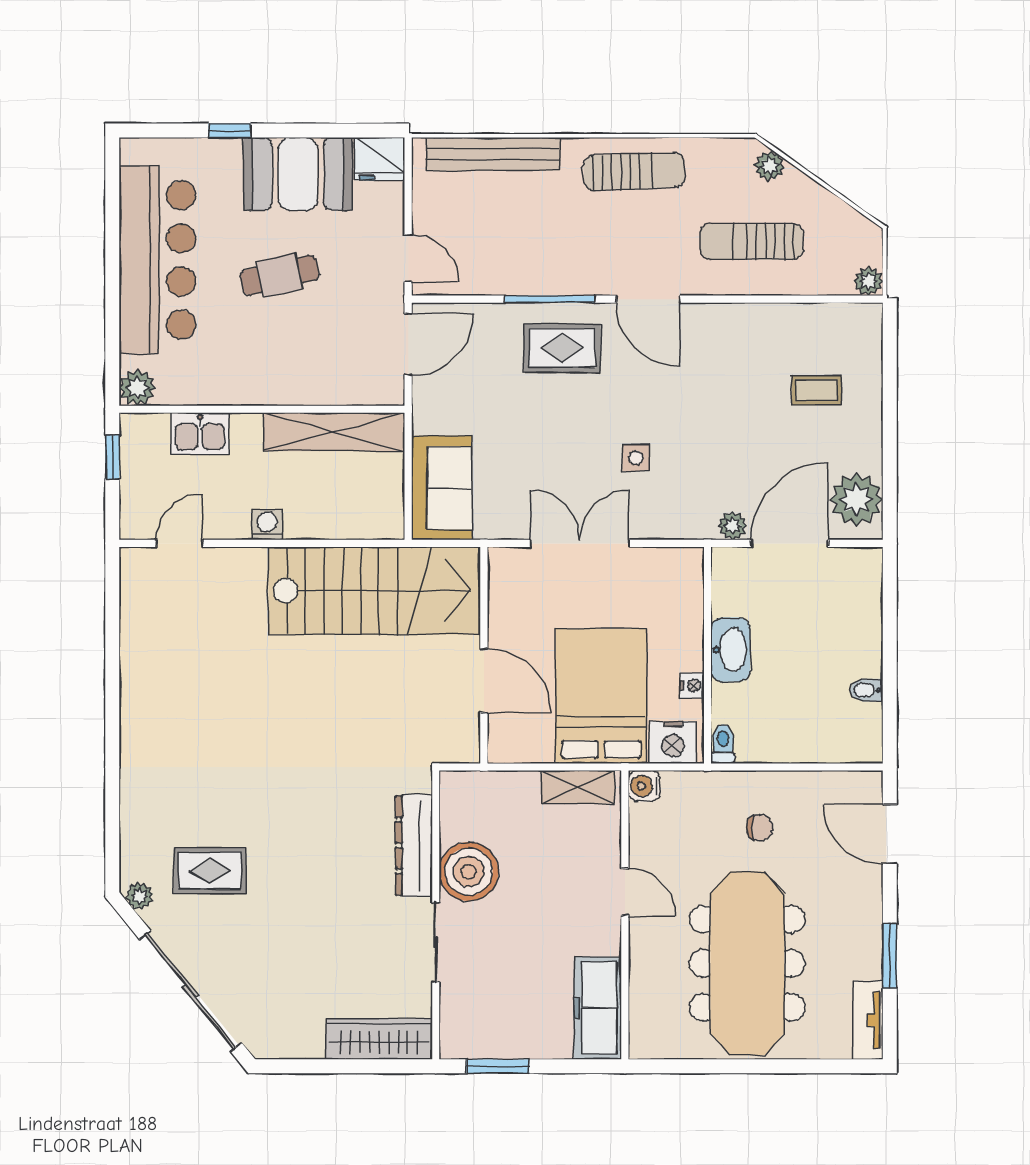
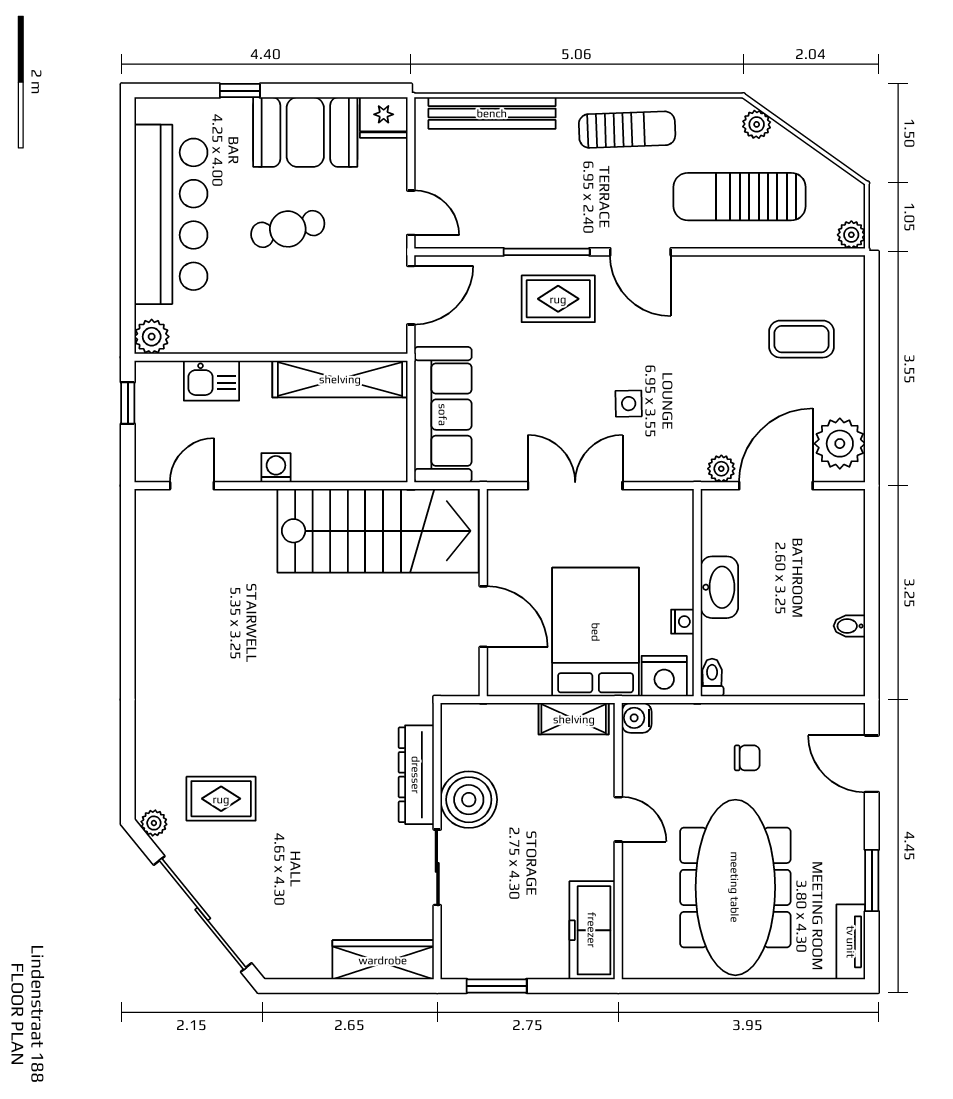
sun lounger: (752, 241) -> (740, 197), width x1.36, depth x1.34
coffee table: (816, 390) -> (801, 339), width x1.36, depth x1.30
sofa: (442, 488) -> (443, 415), width x1.36

